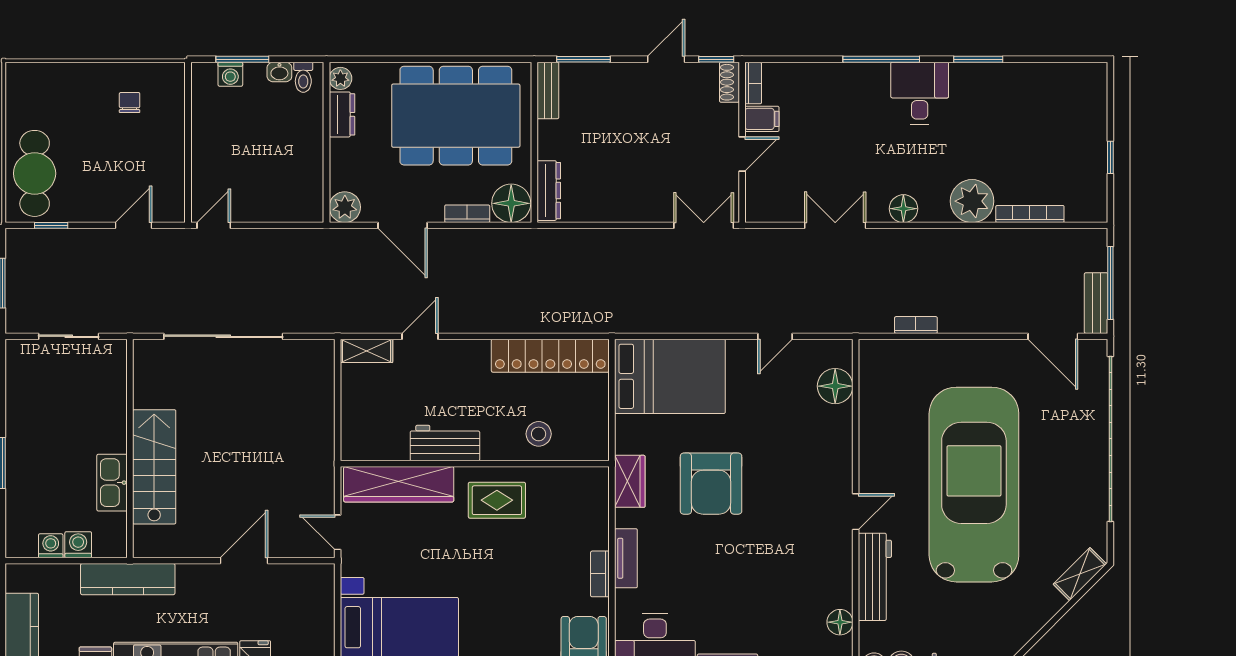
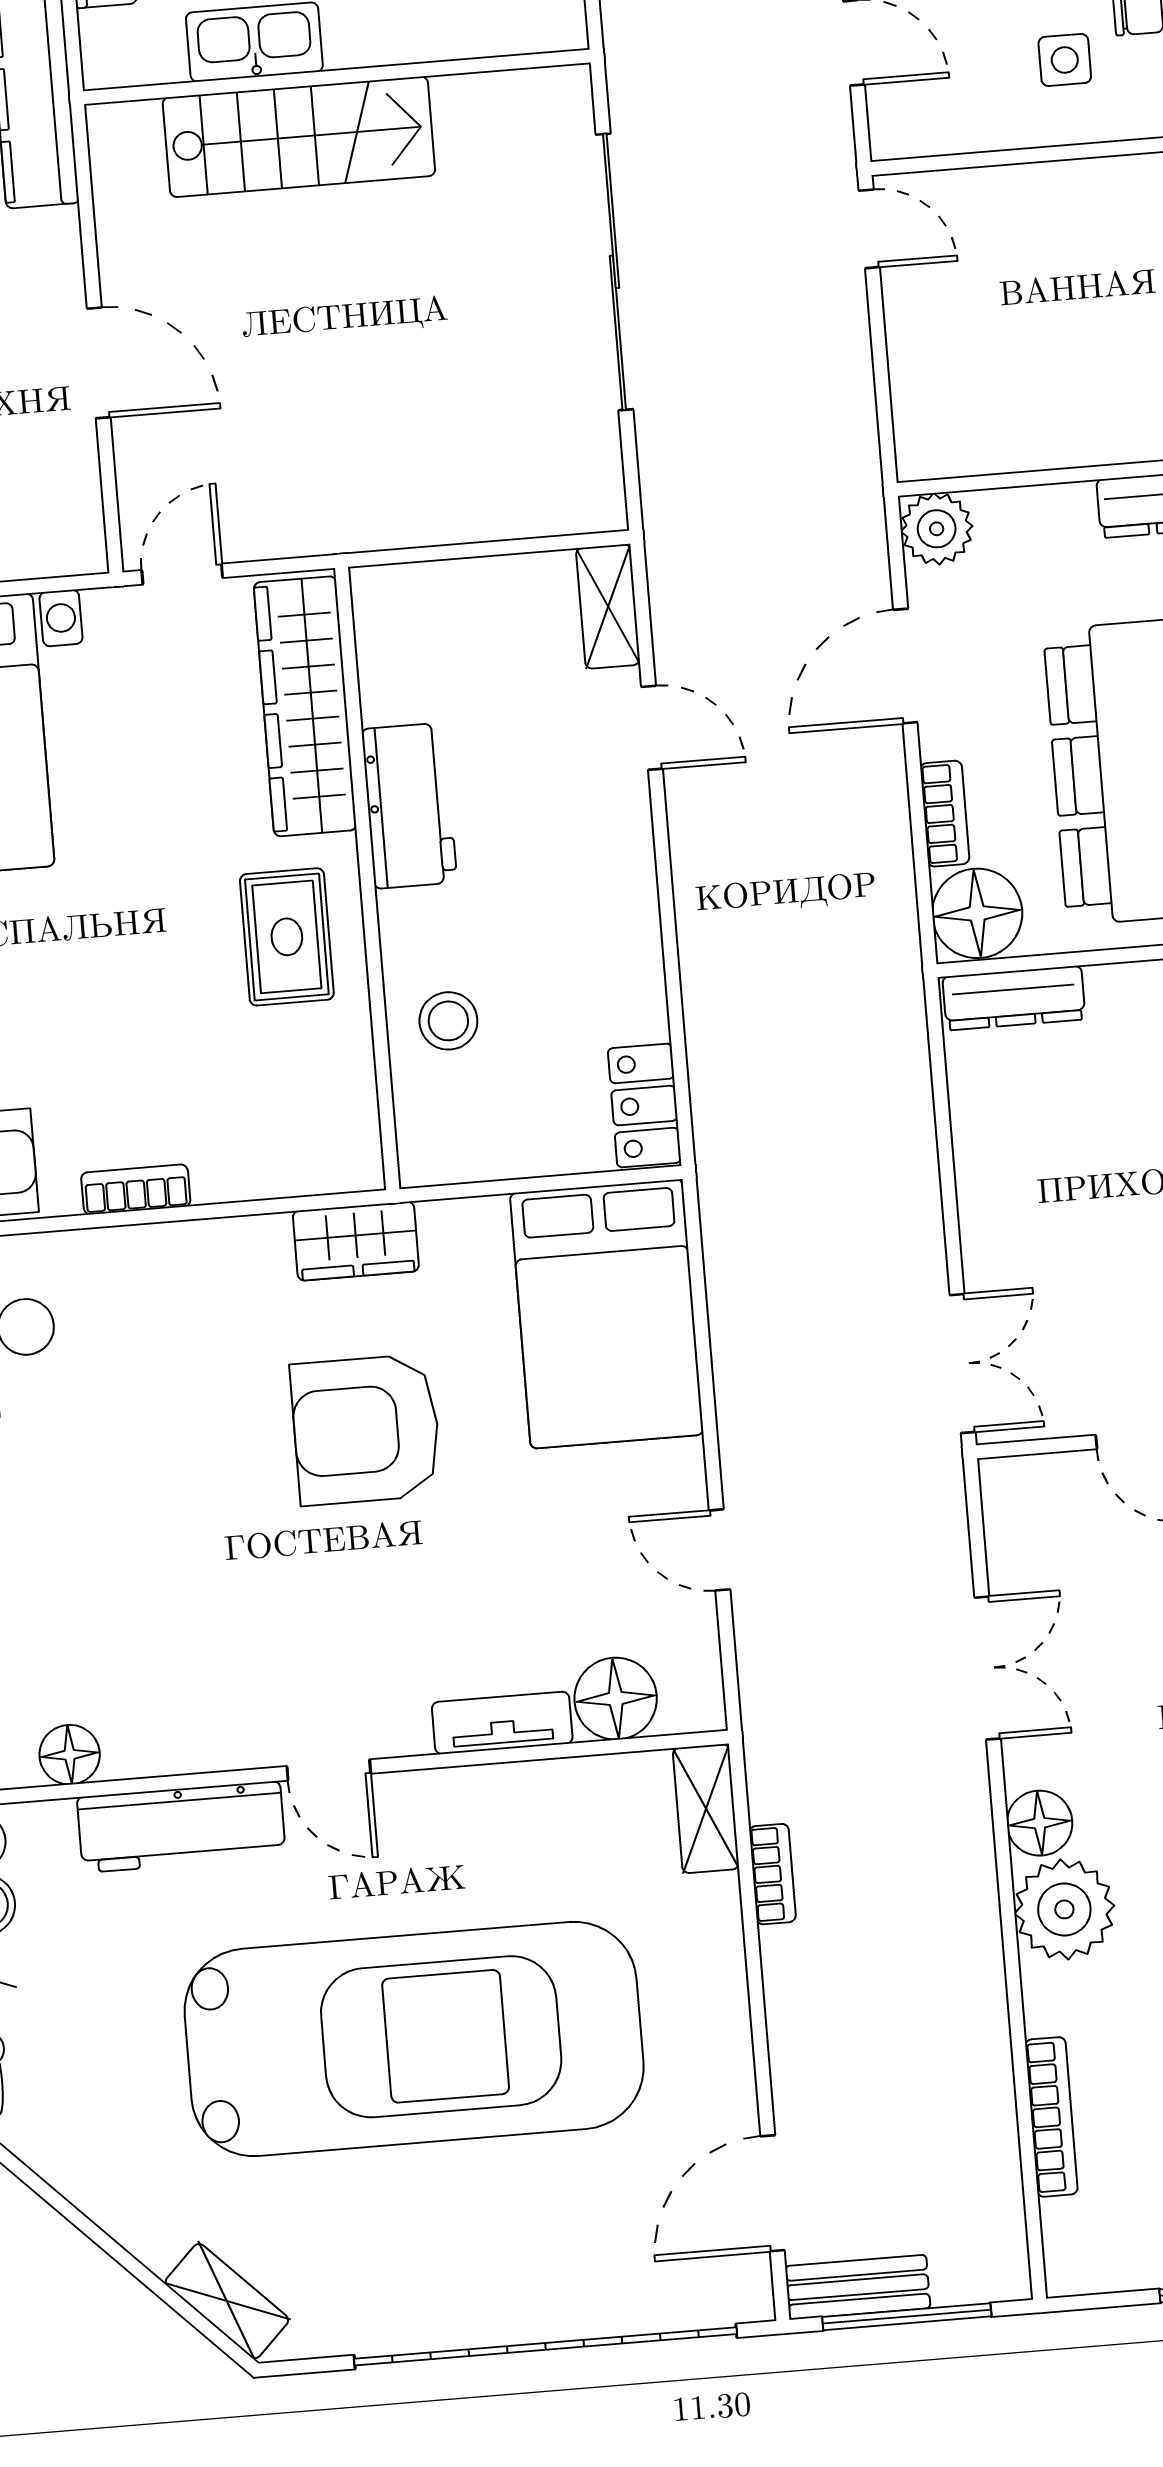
side table: (148, 136) -> (1065, 60), added
plant: (972, 201) -> (1064, 1909), moved
shelving: (885, 351) -> (706, 1809), added
locker: (550, 356) -> (644, 1106), width x0.46, depth x0.83
tv unit: (626, 558) -> (502, 1723), moved, turned 180

